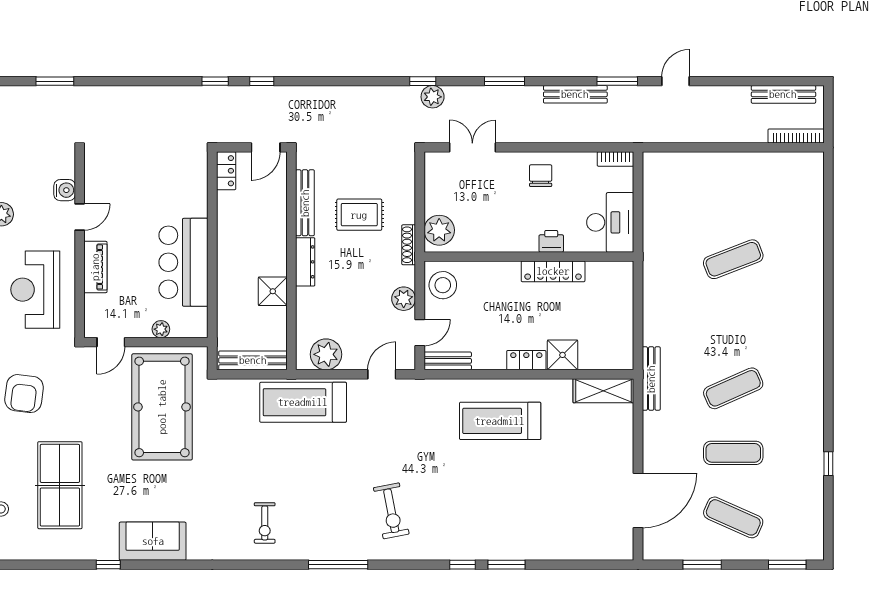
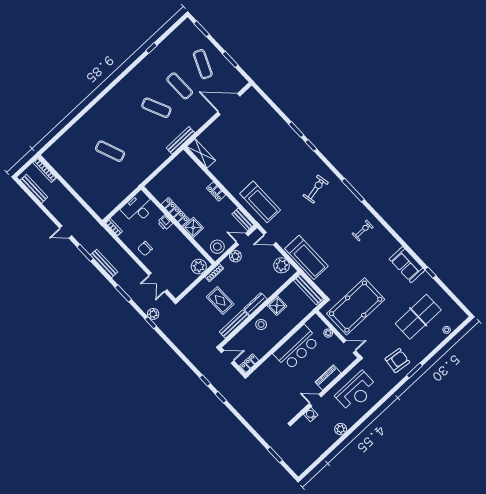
stool: (267, 242) -> (261, 324), added
shower: (563, 355) -> (193, 228), moved
treadmill: (500, 421) -> (260, 202), moved

